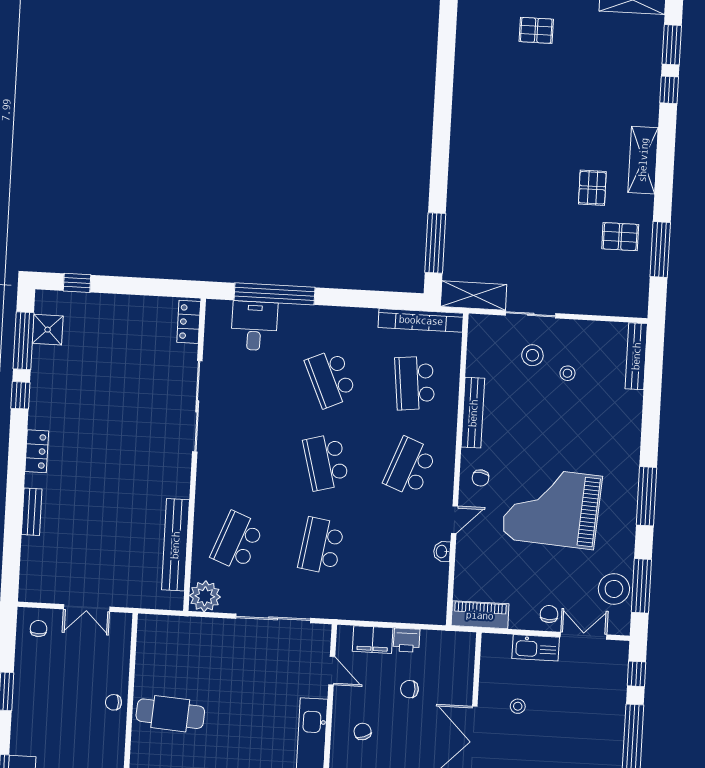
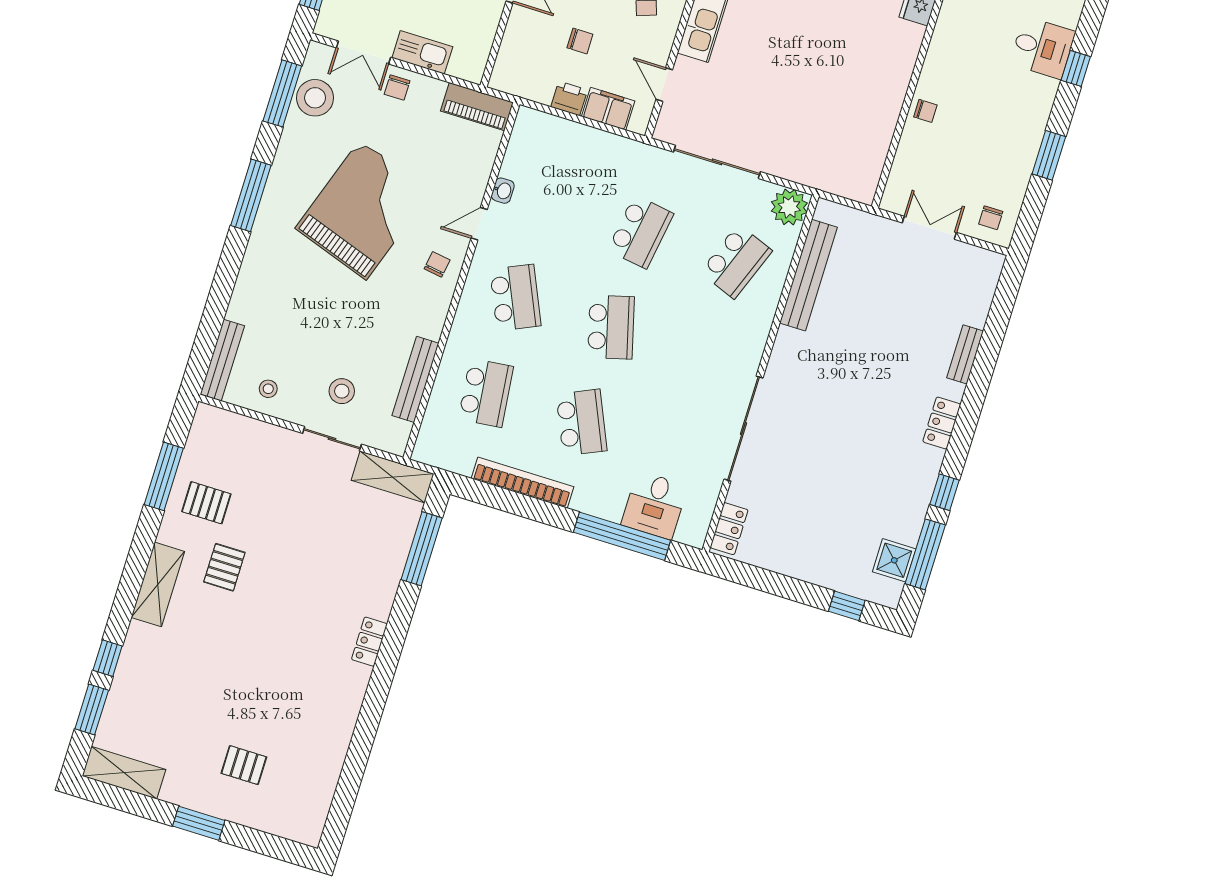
locker: (459, 157) -> (369, 642), added
bookcase: (421, 320) -> (523, 483), moved
stool: (567, 373) -> (268, 389), moved
bench: (473, 413) -> (415, 379), moved
school desk: (410, 467) -> (515, 298), turned -45
grand piano: (552, 507) -> (363, 210), turned -75
cafe table: (170, 714) -> (863, 81), removed

